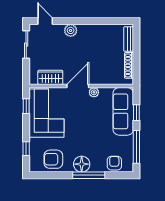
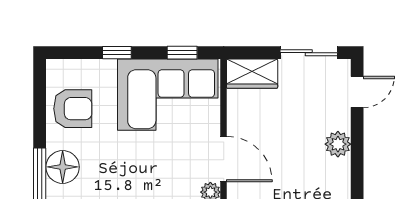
wardrobe: (50, 77) -> (252, 74), moved, turned 90
window: (26, 149) -> (117, 53), moved
armchair: (53, 159) -> (73, 109), turned 90

